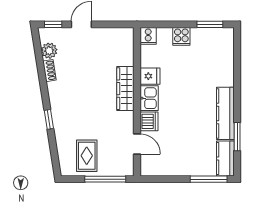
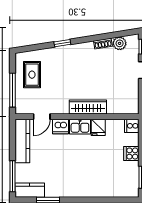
kitchen counter: (225, 113) -> (22, 141), moved, turned 90
rug: (87, 156) -> (32, 75), turned 90

